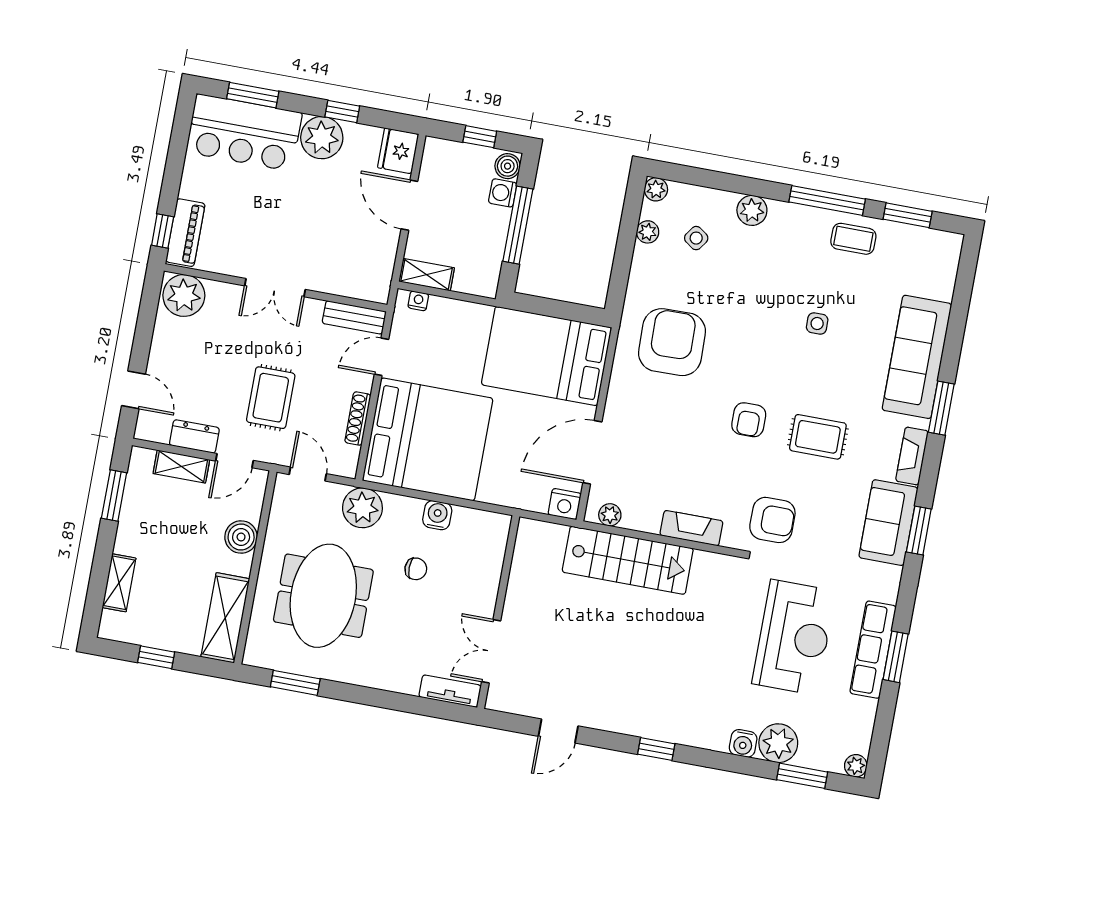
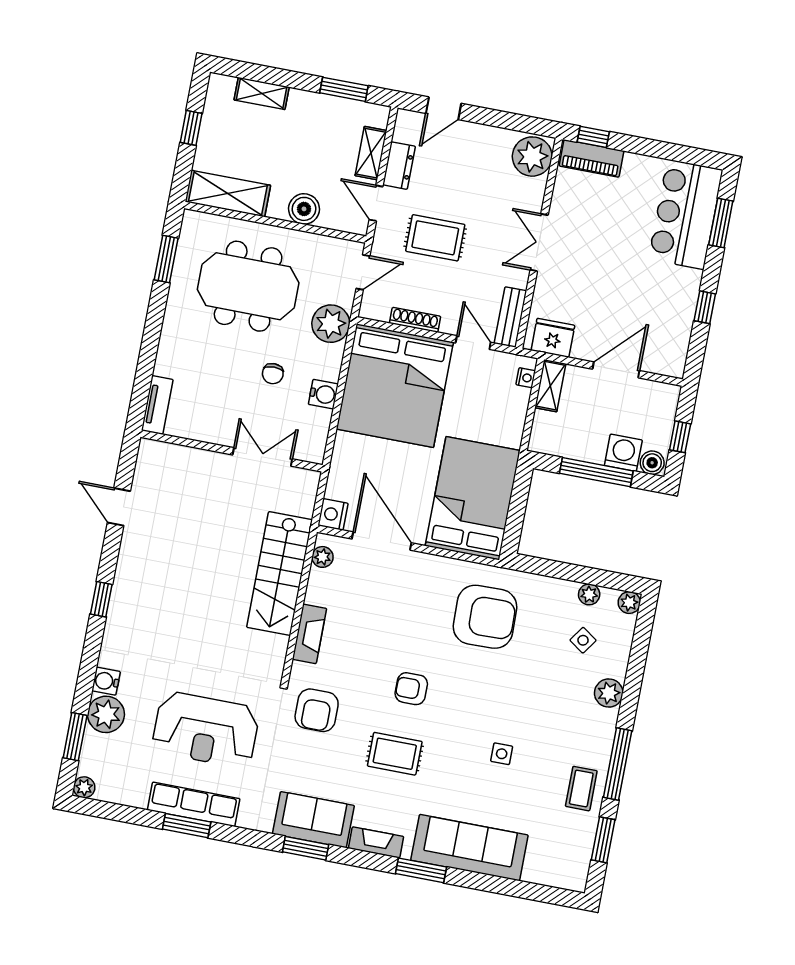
plant: (322, 138) -> (680, 288), removed
fridge: (398, 151) -> (553, 338), moved
washing machine: (503, 193) -> (623, 453), width x1.38, depth x1.38
rug: (818, 437) -> (395, 754), turned 90
double door: (491, 651) -> (262, 457), moved

